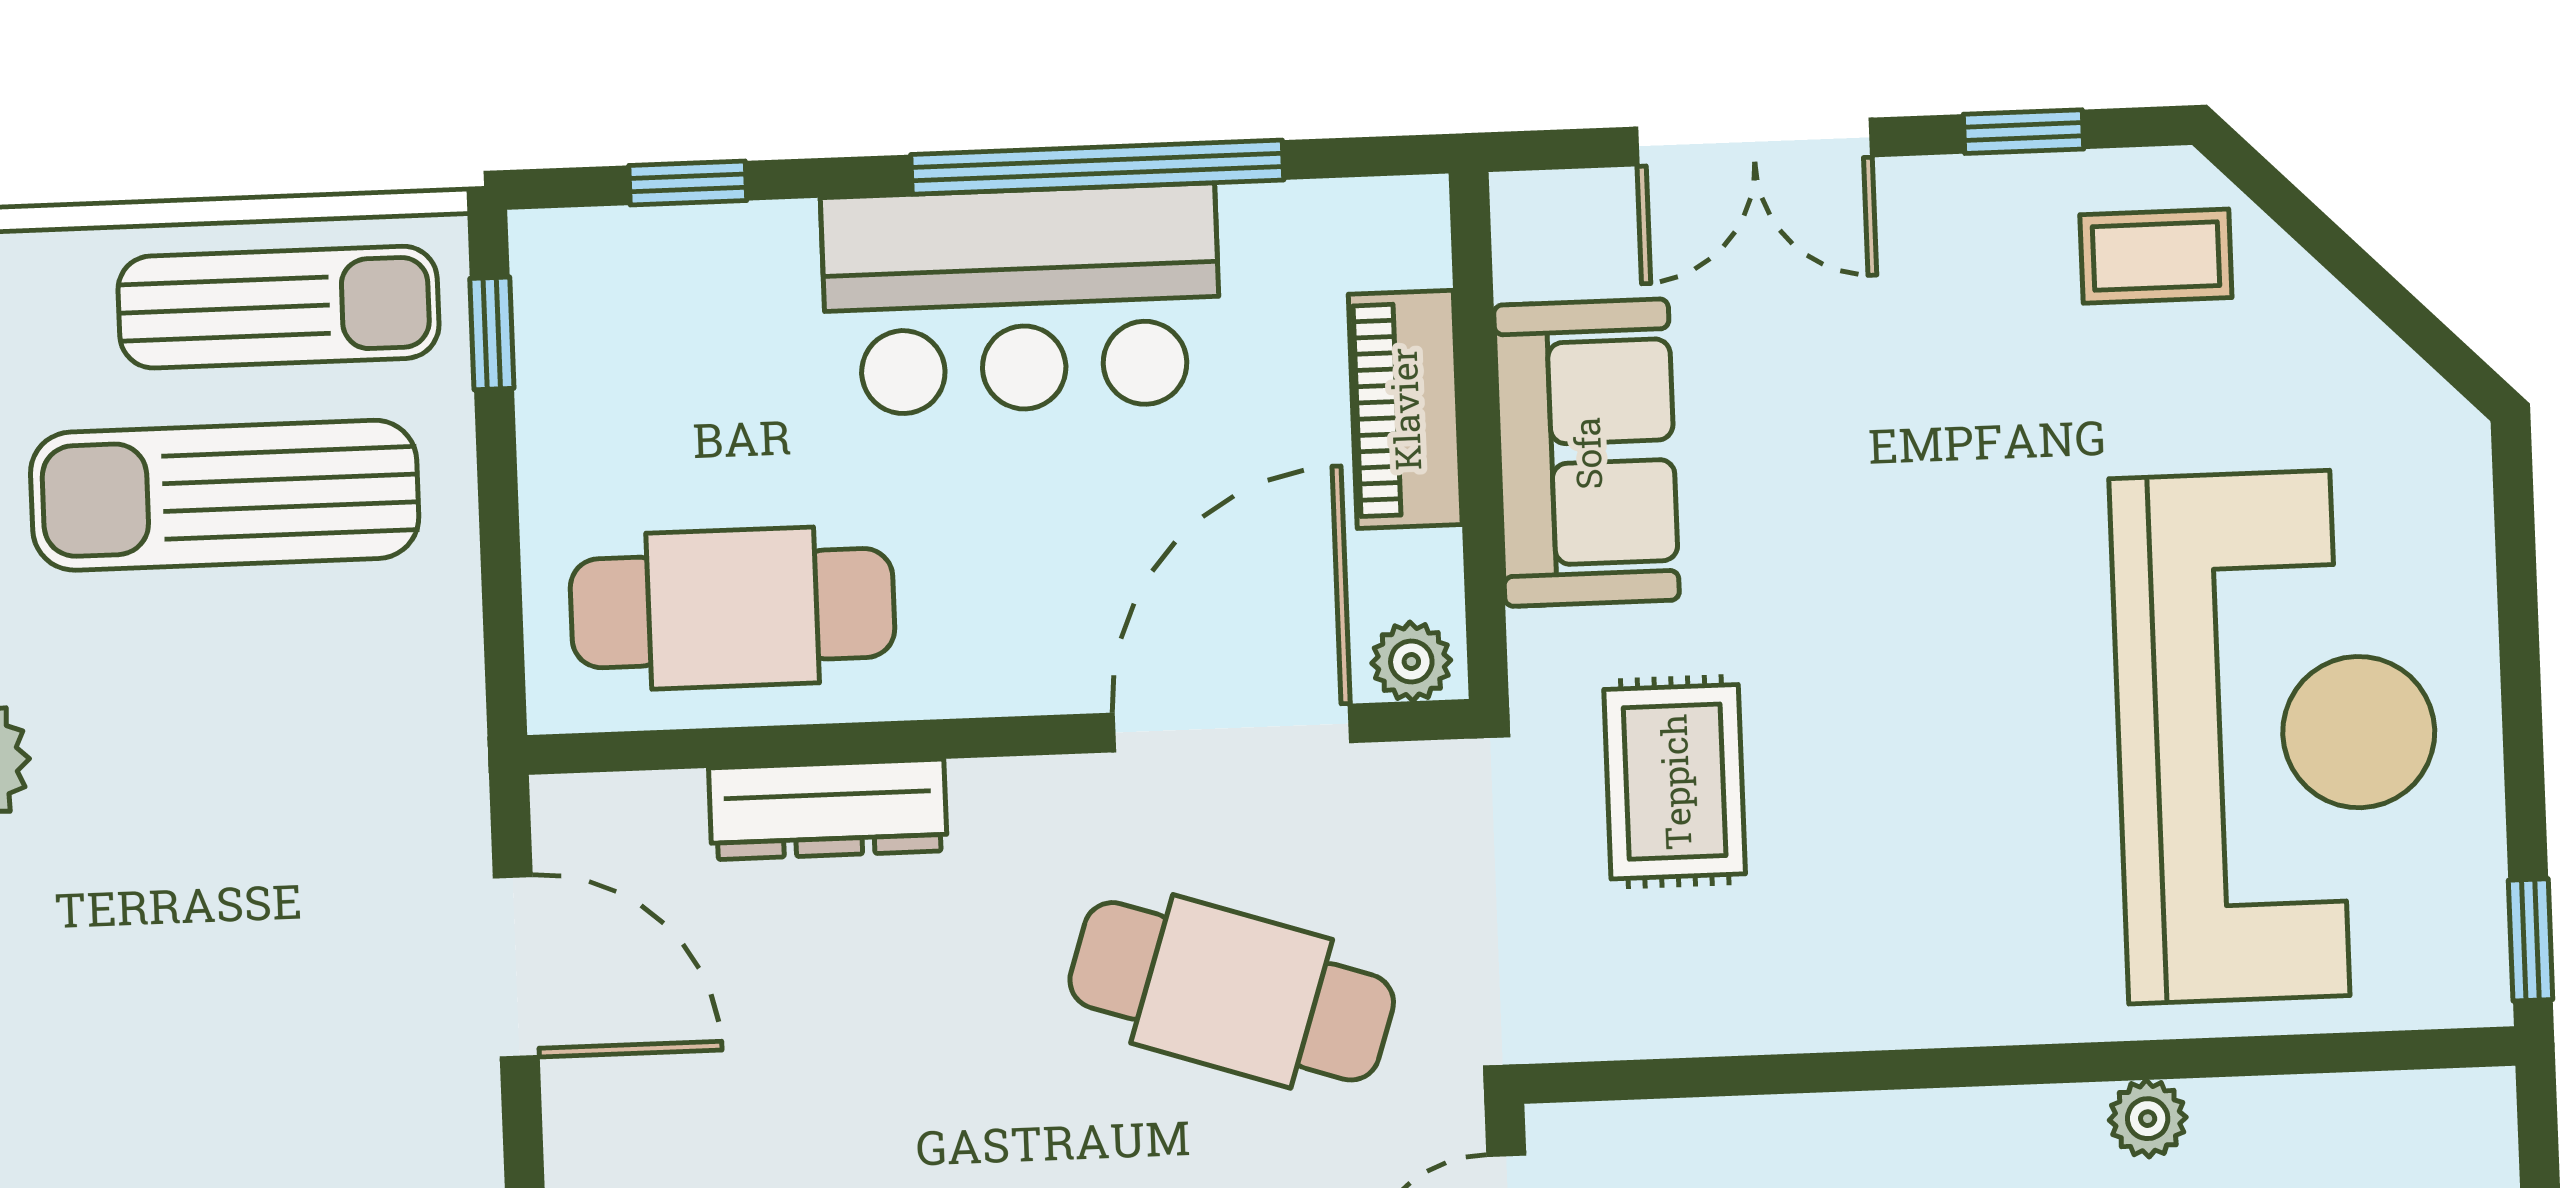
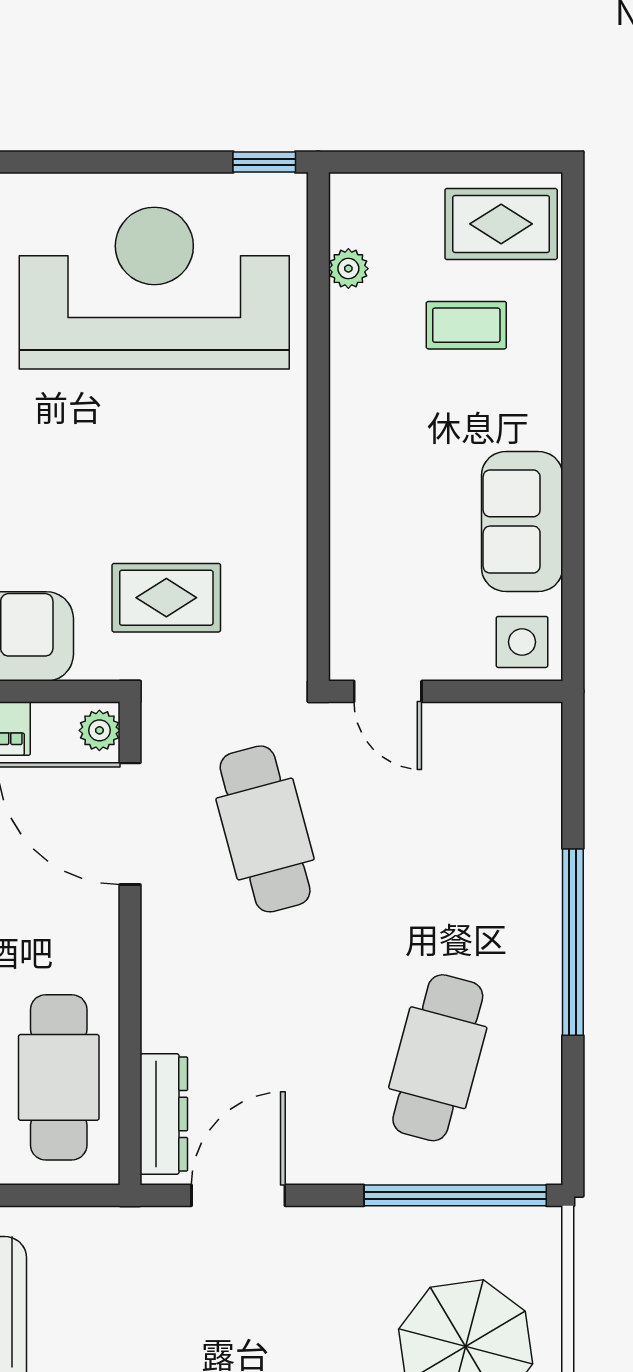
dresser: (828, 809) -> (164, 1114), moved
cafe table: (1232, 991) -> (265, 829), turned -33
plant: (2148, 1119) -> (348, 269), moved

